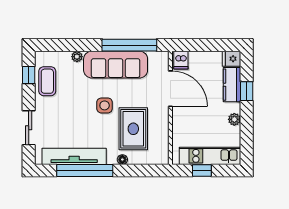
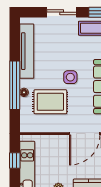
sliding door: (29, 128) -> (62, 12), moved
window: (85, 170) -> (15, 85), moved

